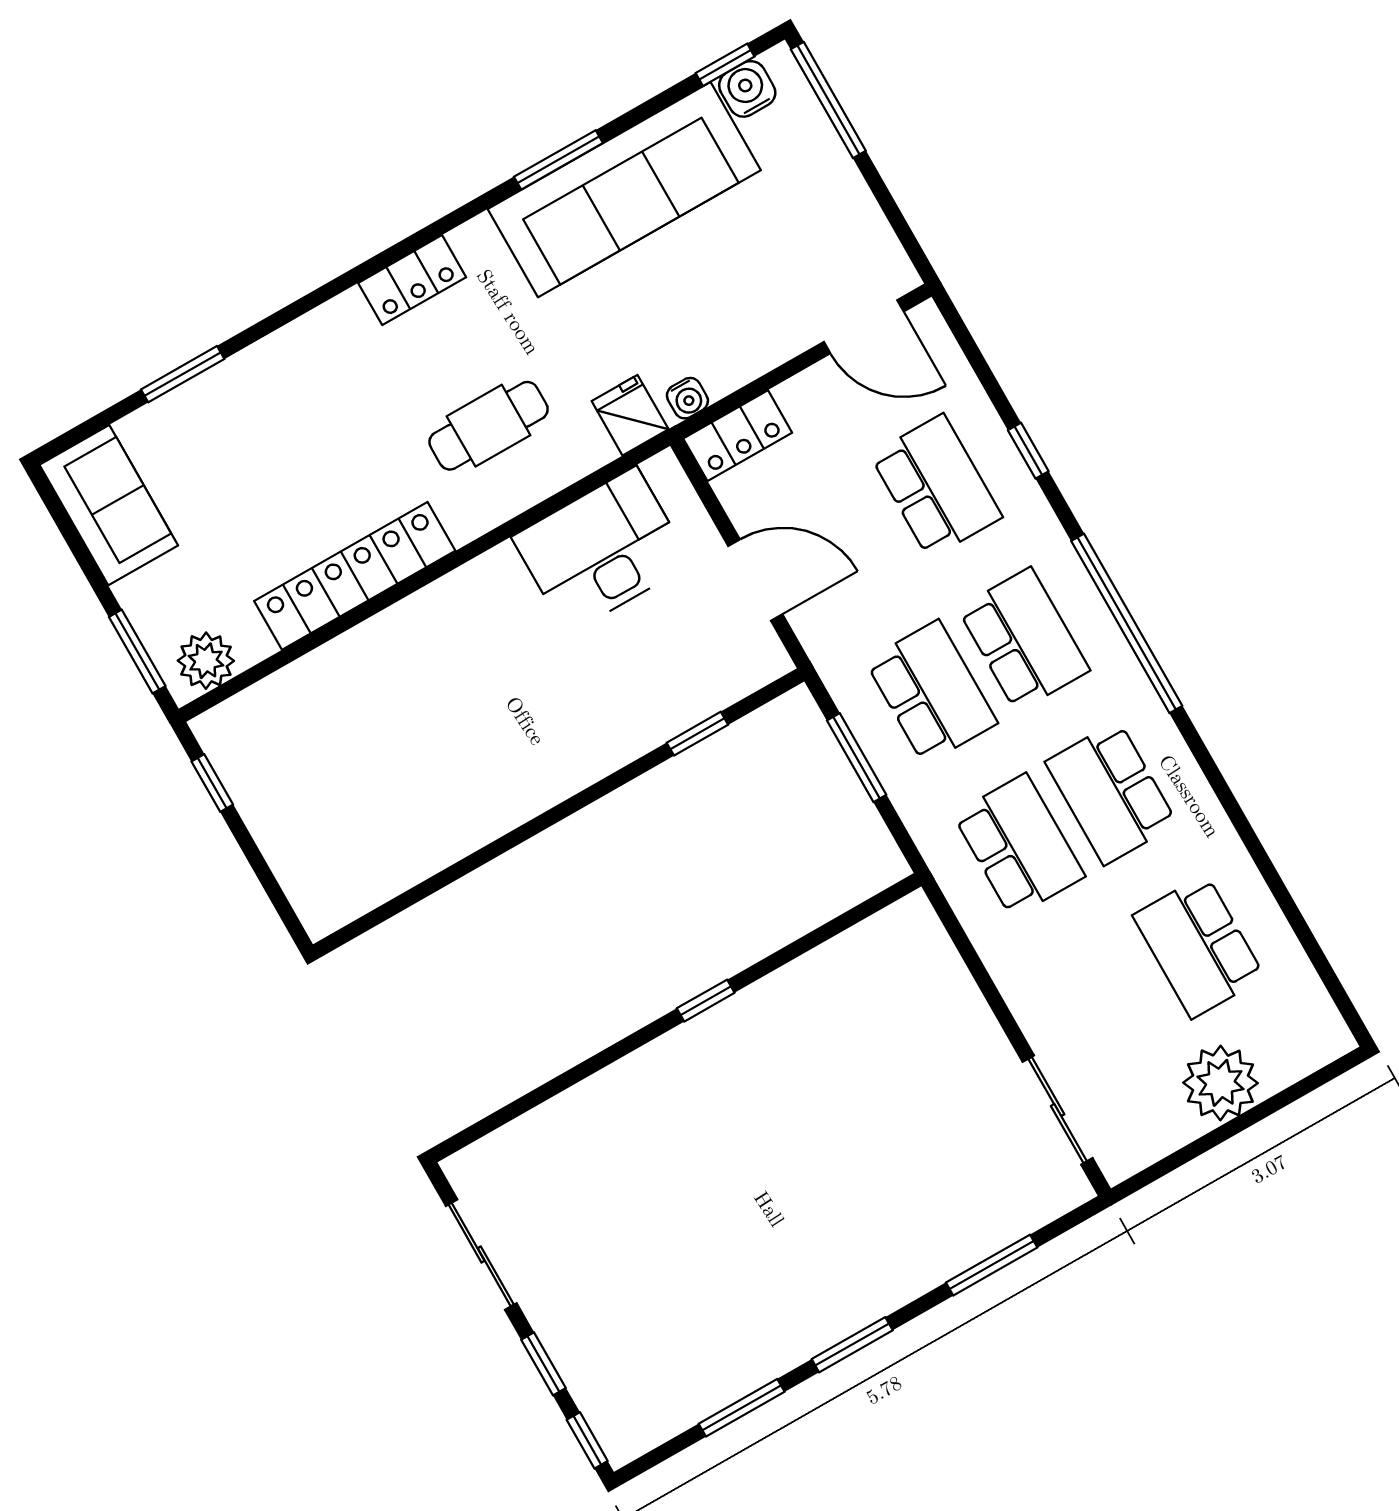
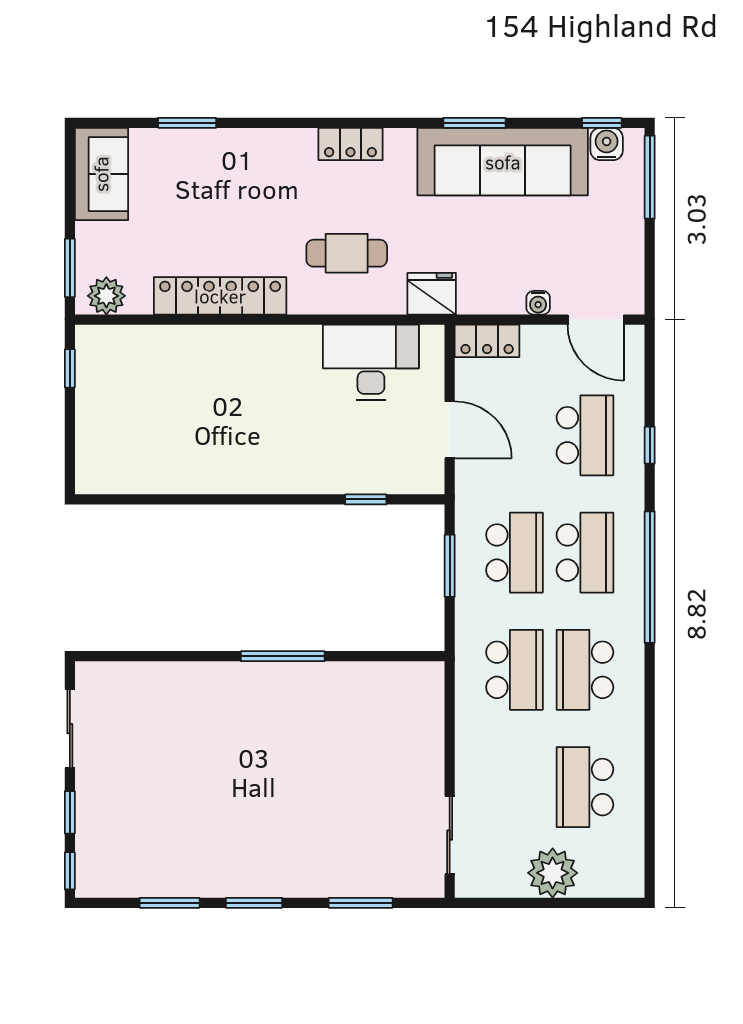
water cooler: (687, 398) -> (538, 303), moved
fridge: (630, 415) -> (432, 294), width x1.38
window: (706, 1001) -> (283, 656), width x2.17

